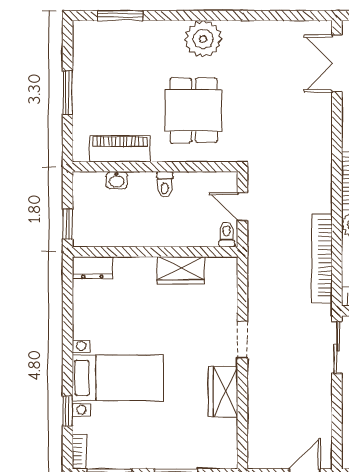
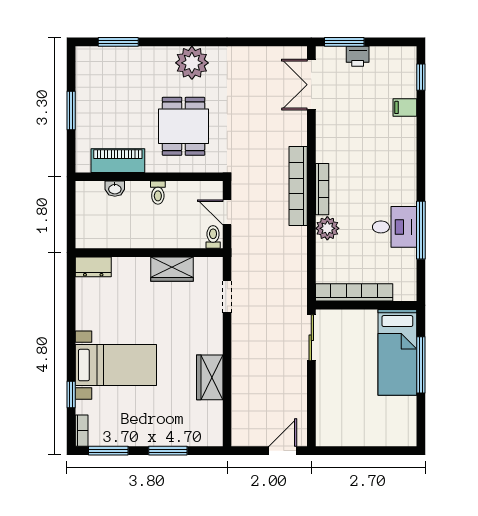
window: (68, 224) -> (71, 228), removed
bookcase: (322, 258) -> (298, 186), moved
doorway: (242, 340) -> (227, 296), moved

